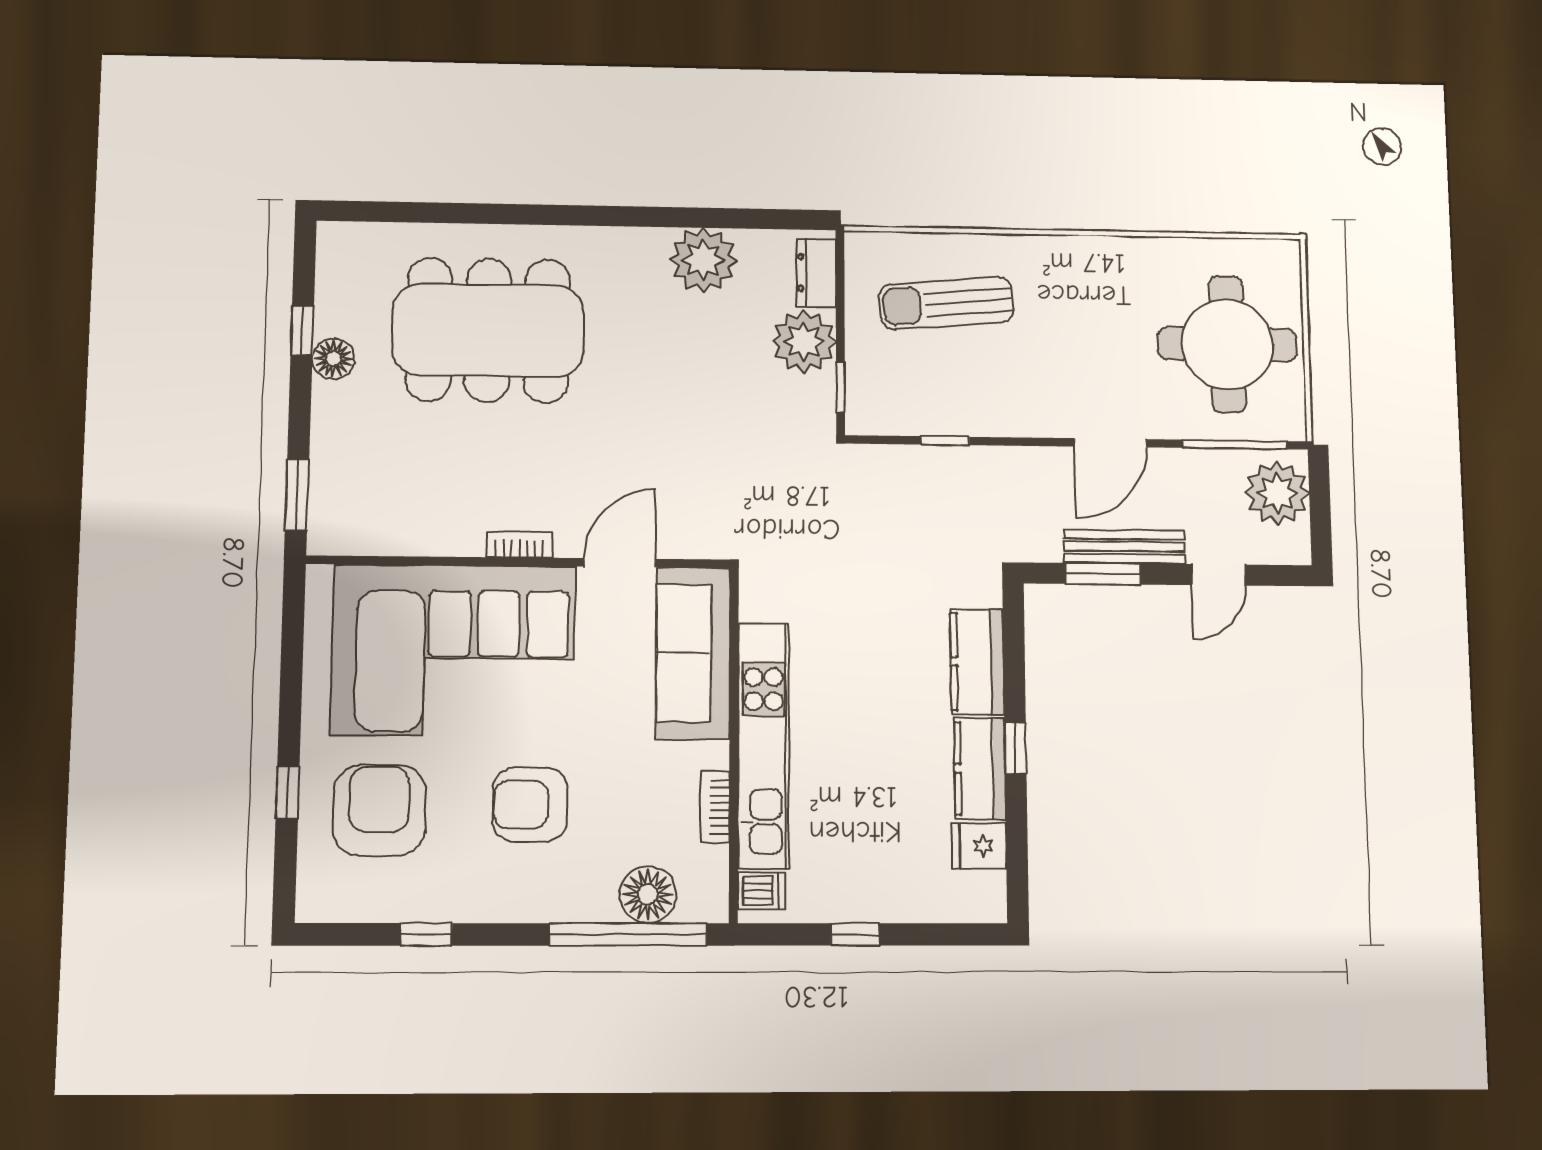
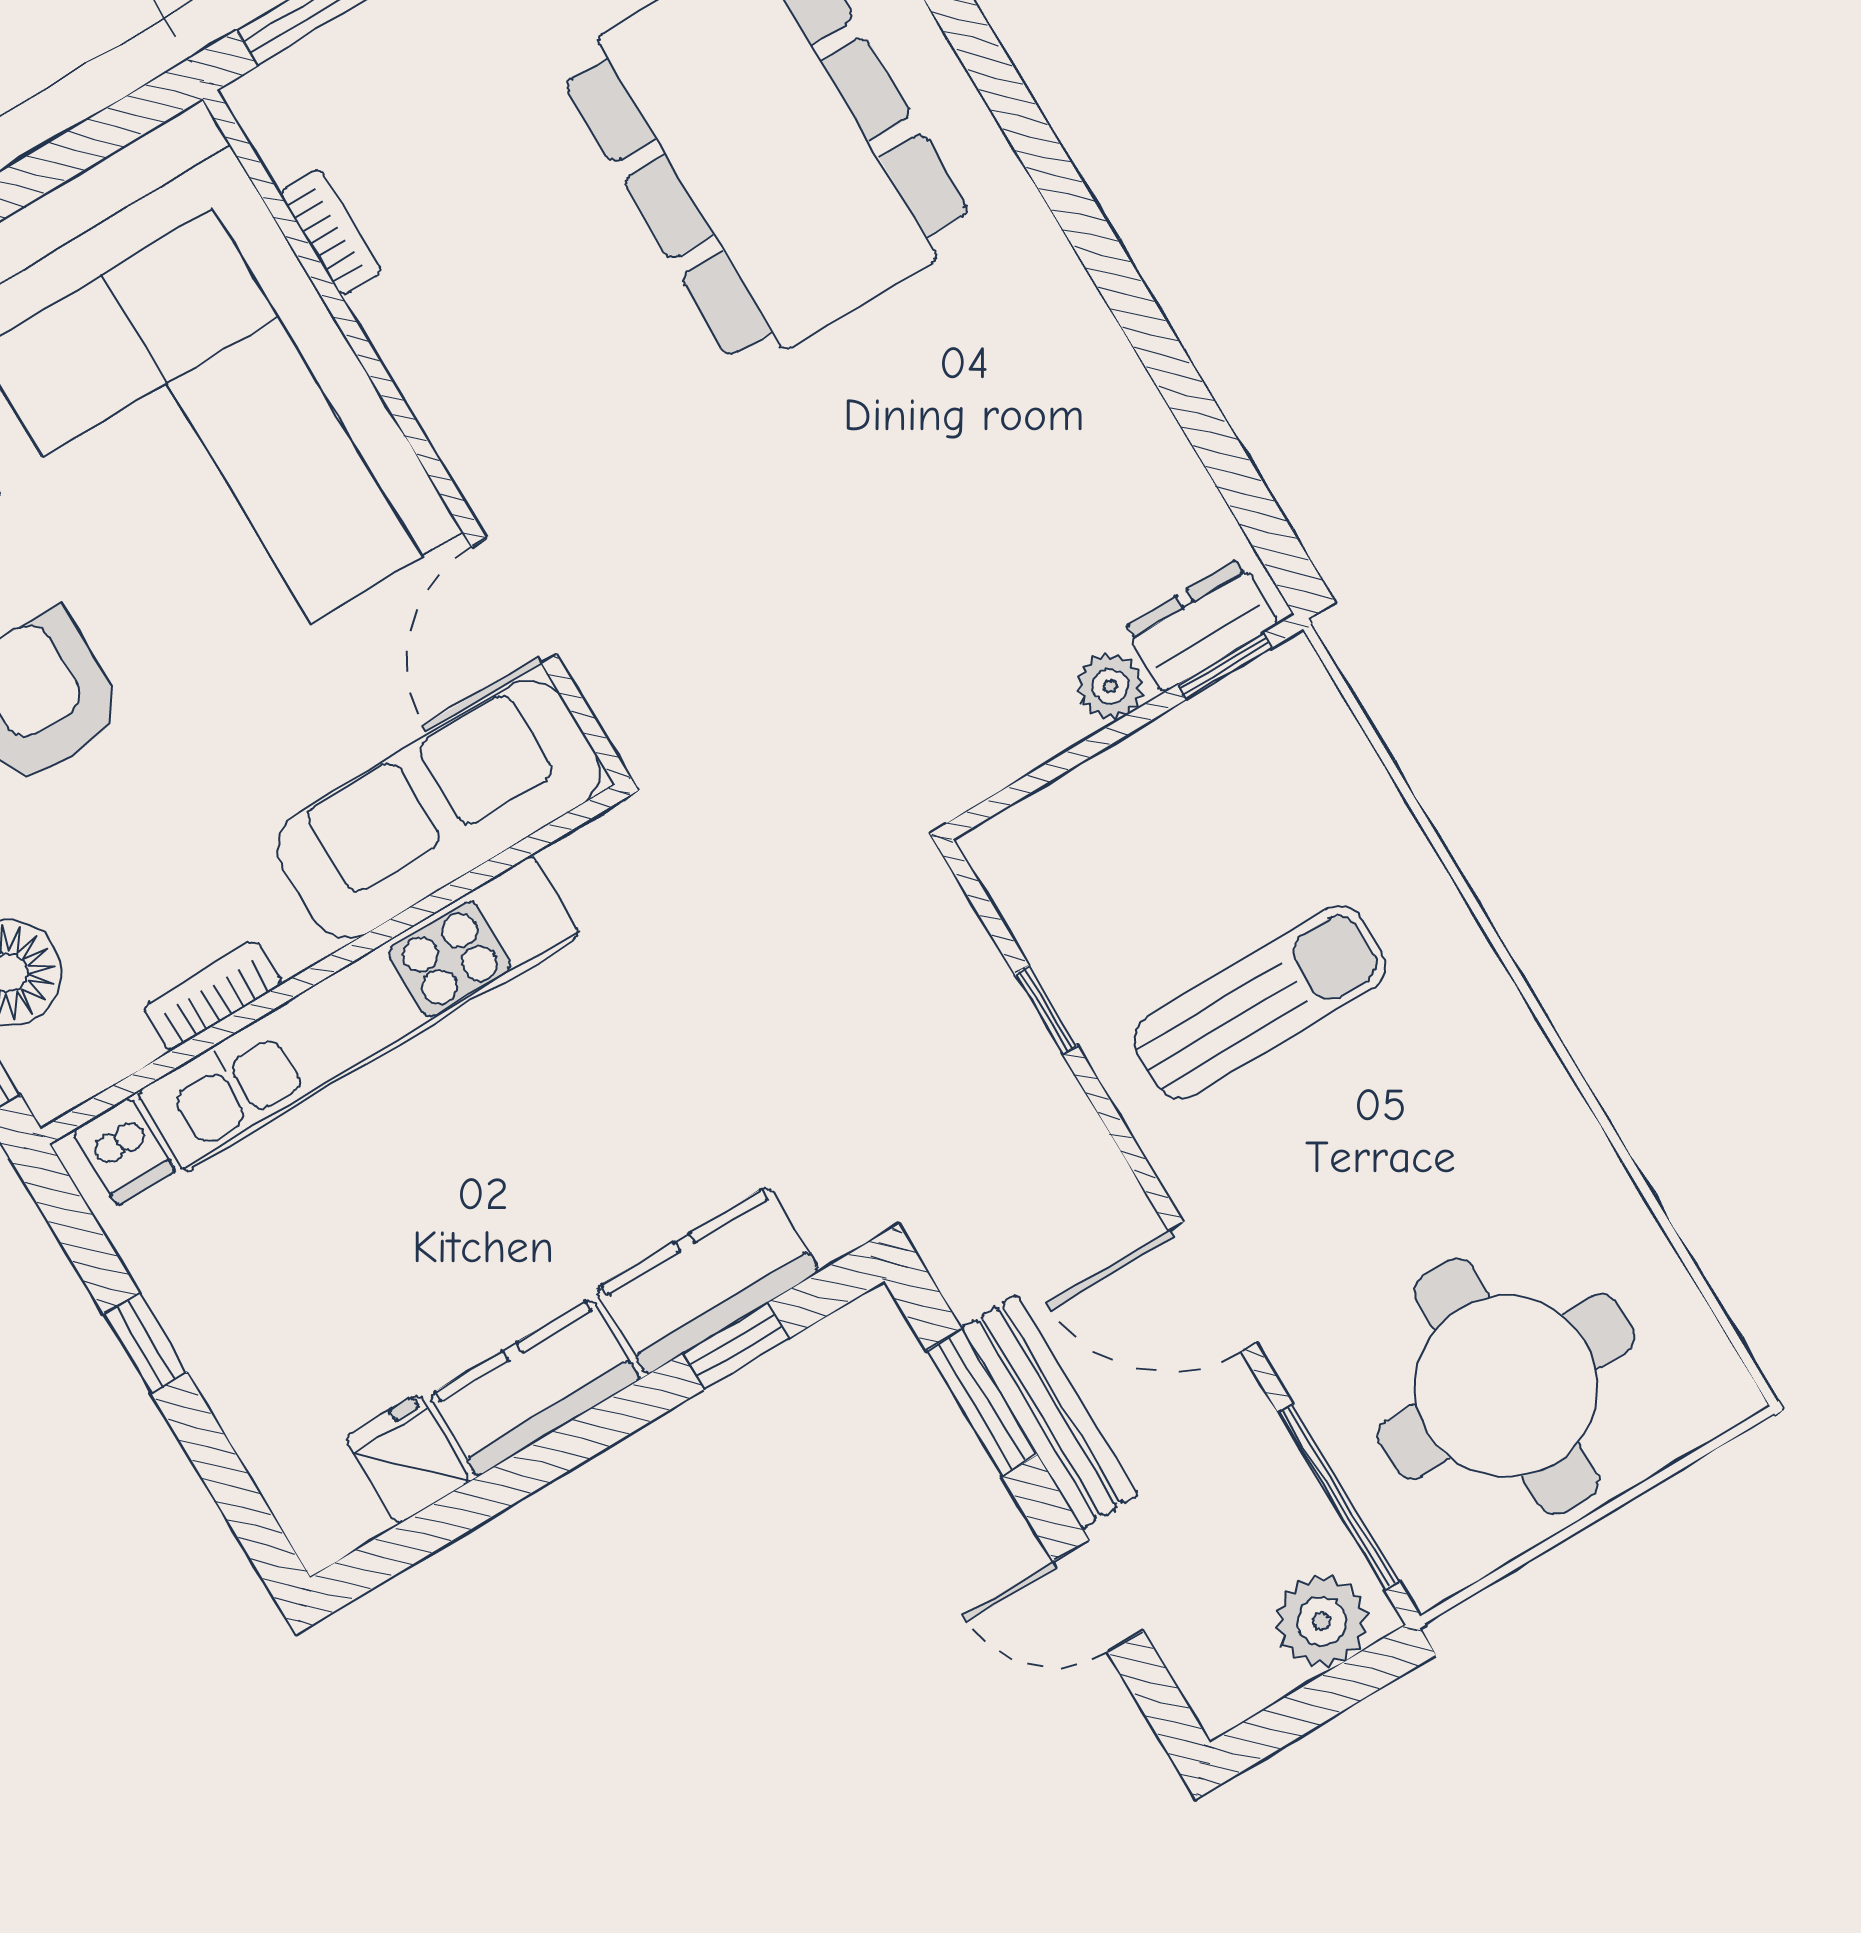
plant: (703, 260) -> (1106, 427), removed
sun lounger: (946, 303) -> (1260, 1003), moved, turned 95
plant: (804, 341) -> (1111, 686), width x0.53, depth x0.53
window: (840, 388) -> (1225, 666), moved
plant: (1277, 493) -> (1322, 1621), width x0.73, depth x0.73
bookcase: (520, 545) -> (331, 232), moved
door: (620, 563) -> (514, 601), swing flipped
window: (1015, 748) -> (736, 1346), moved

